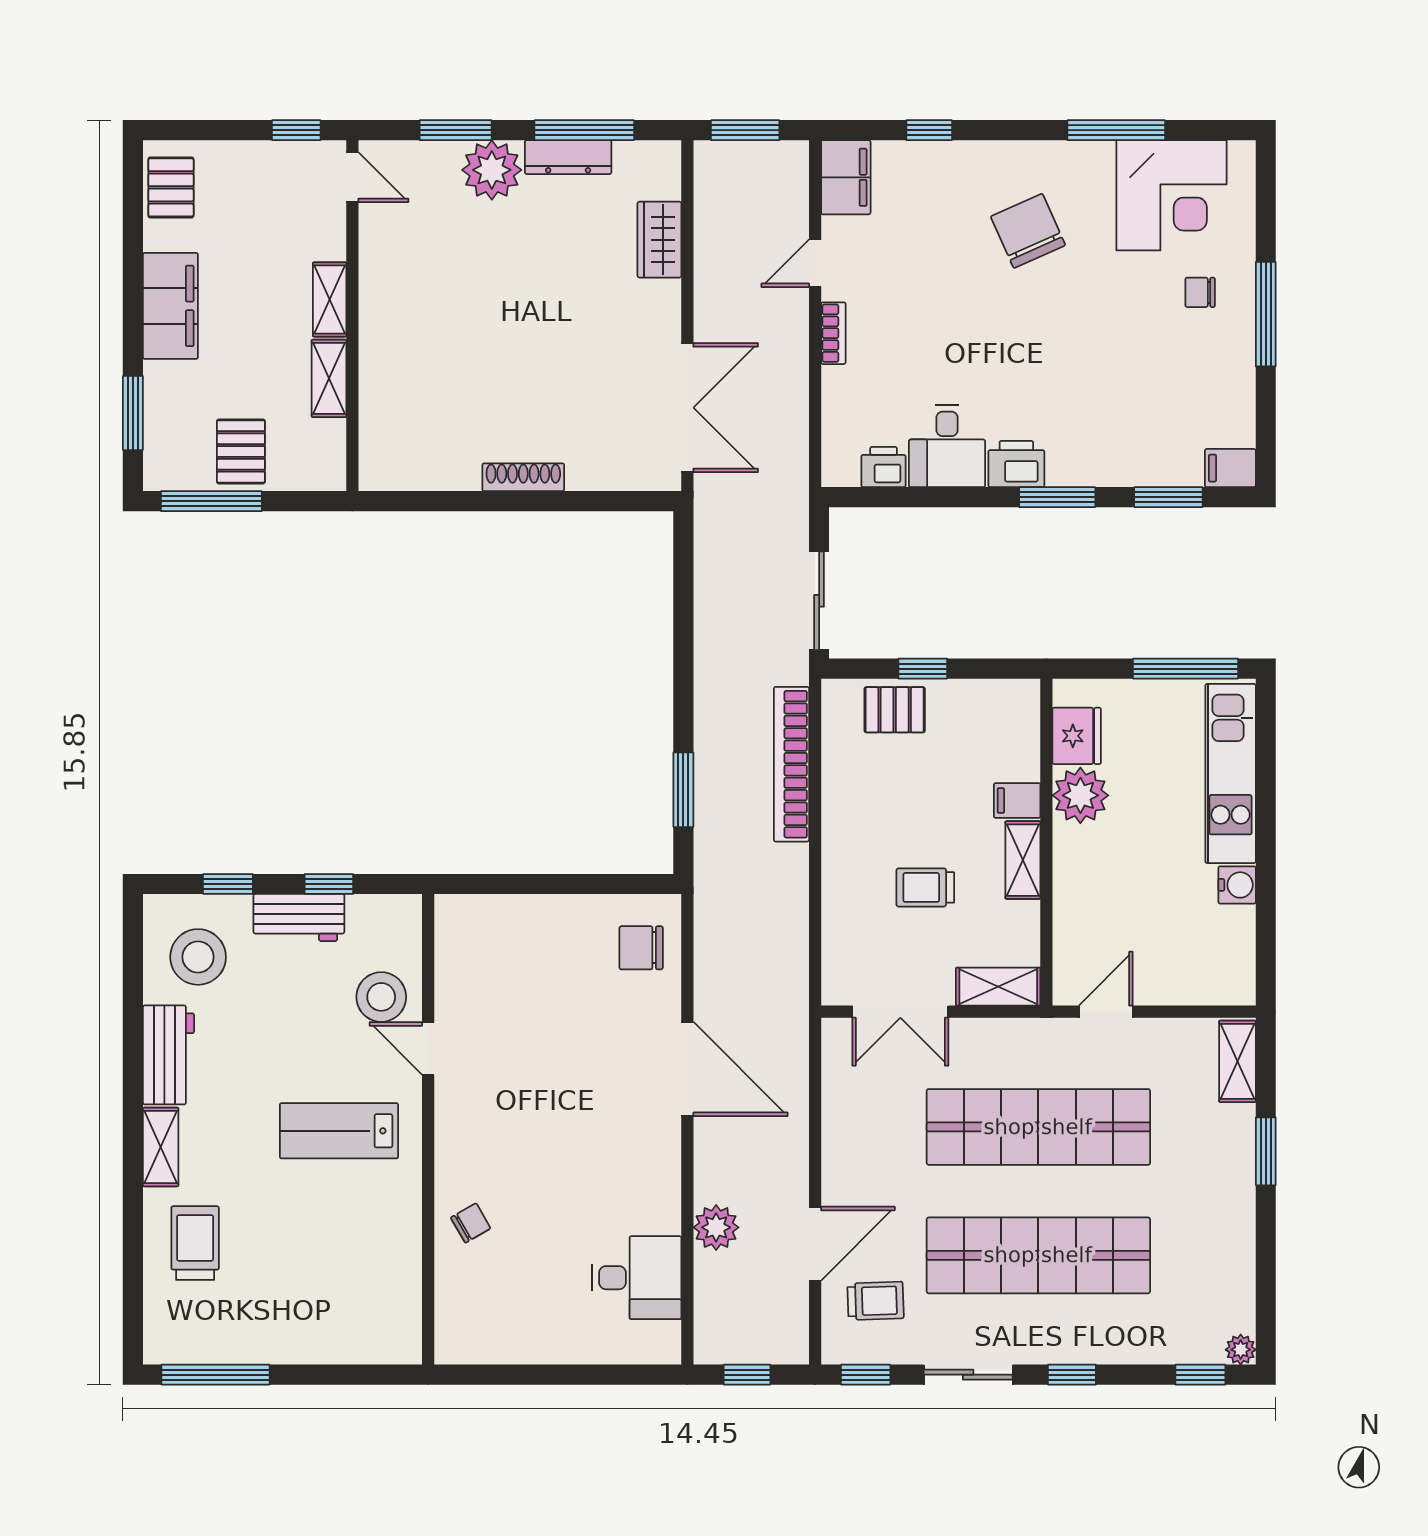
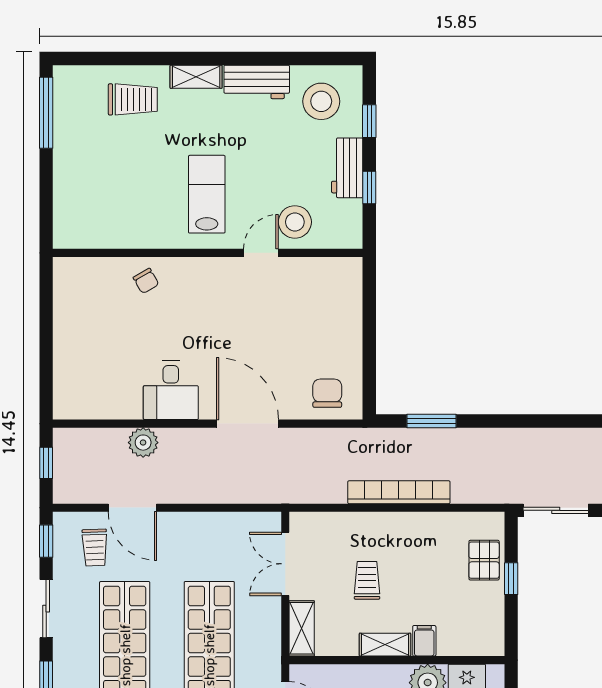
bookcase: (791, 764) -> (399, 492), moved
door: (687, 1069) -> (248, 424), swing flipped
desk: (637, 1278) -> (171, 390), moved

